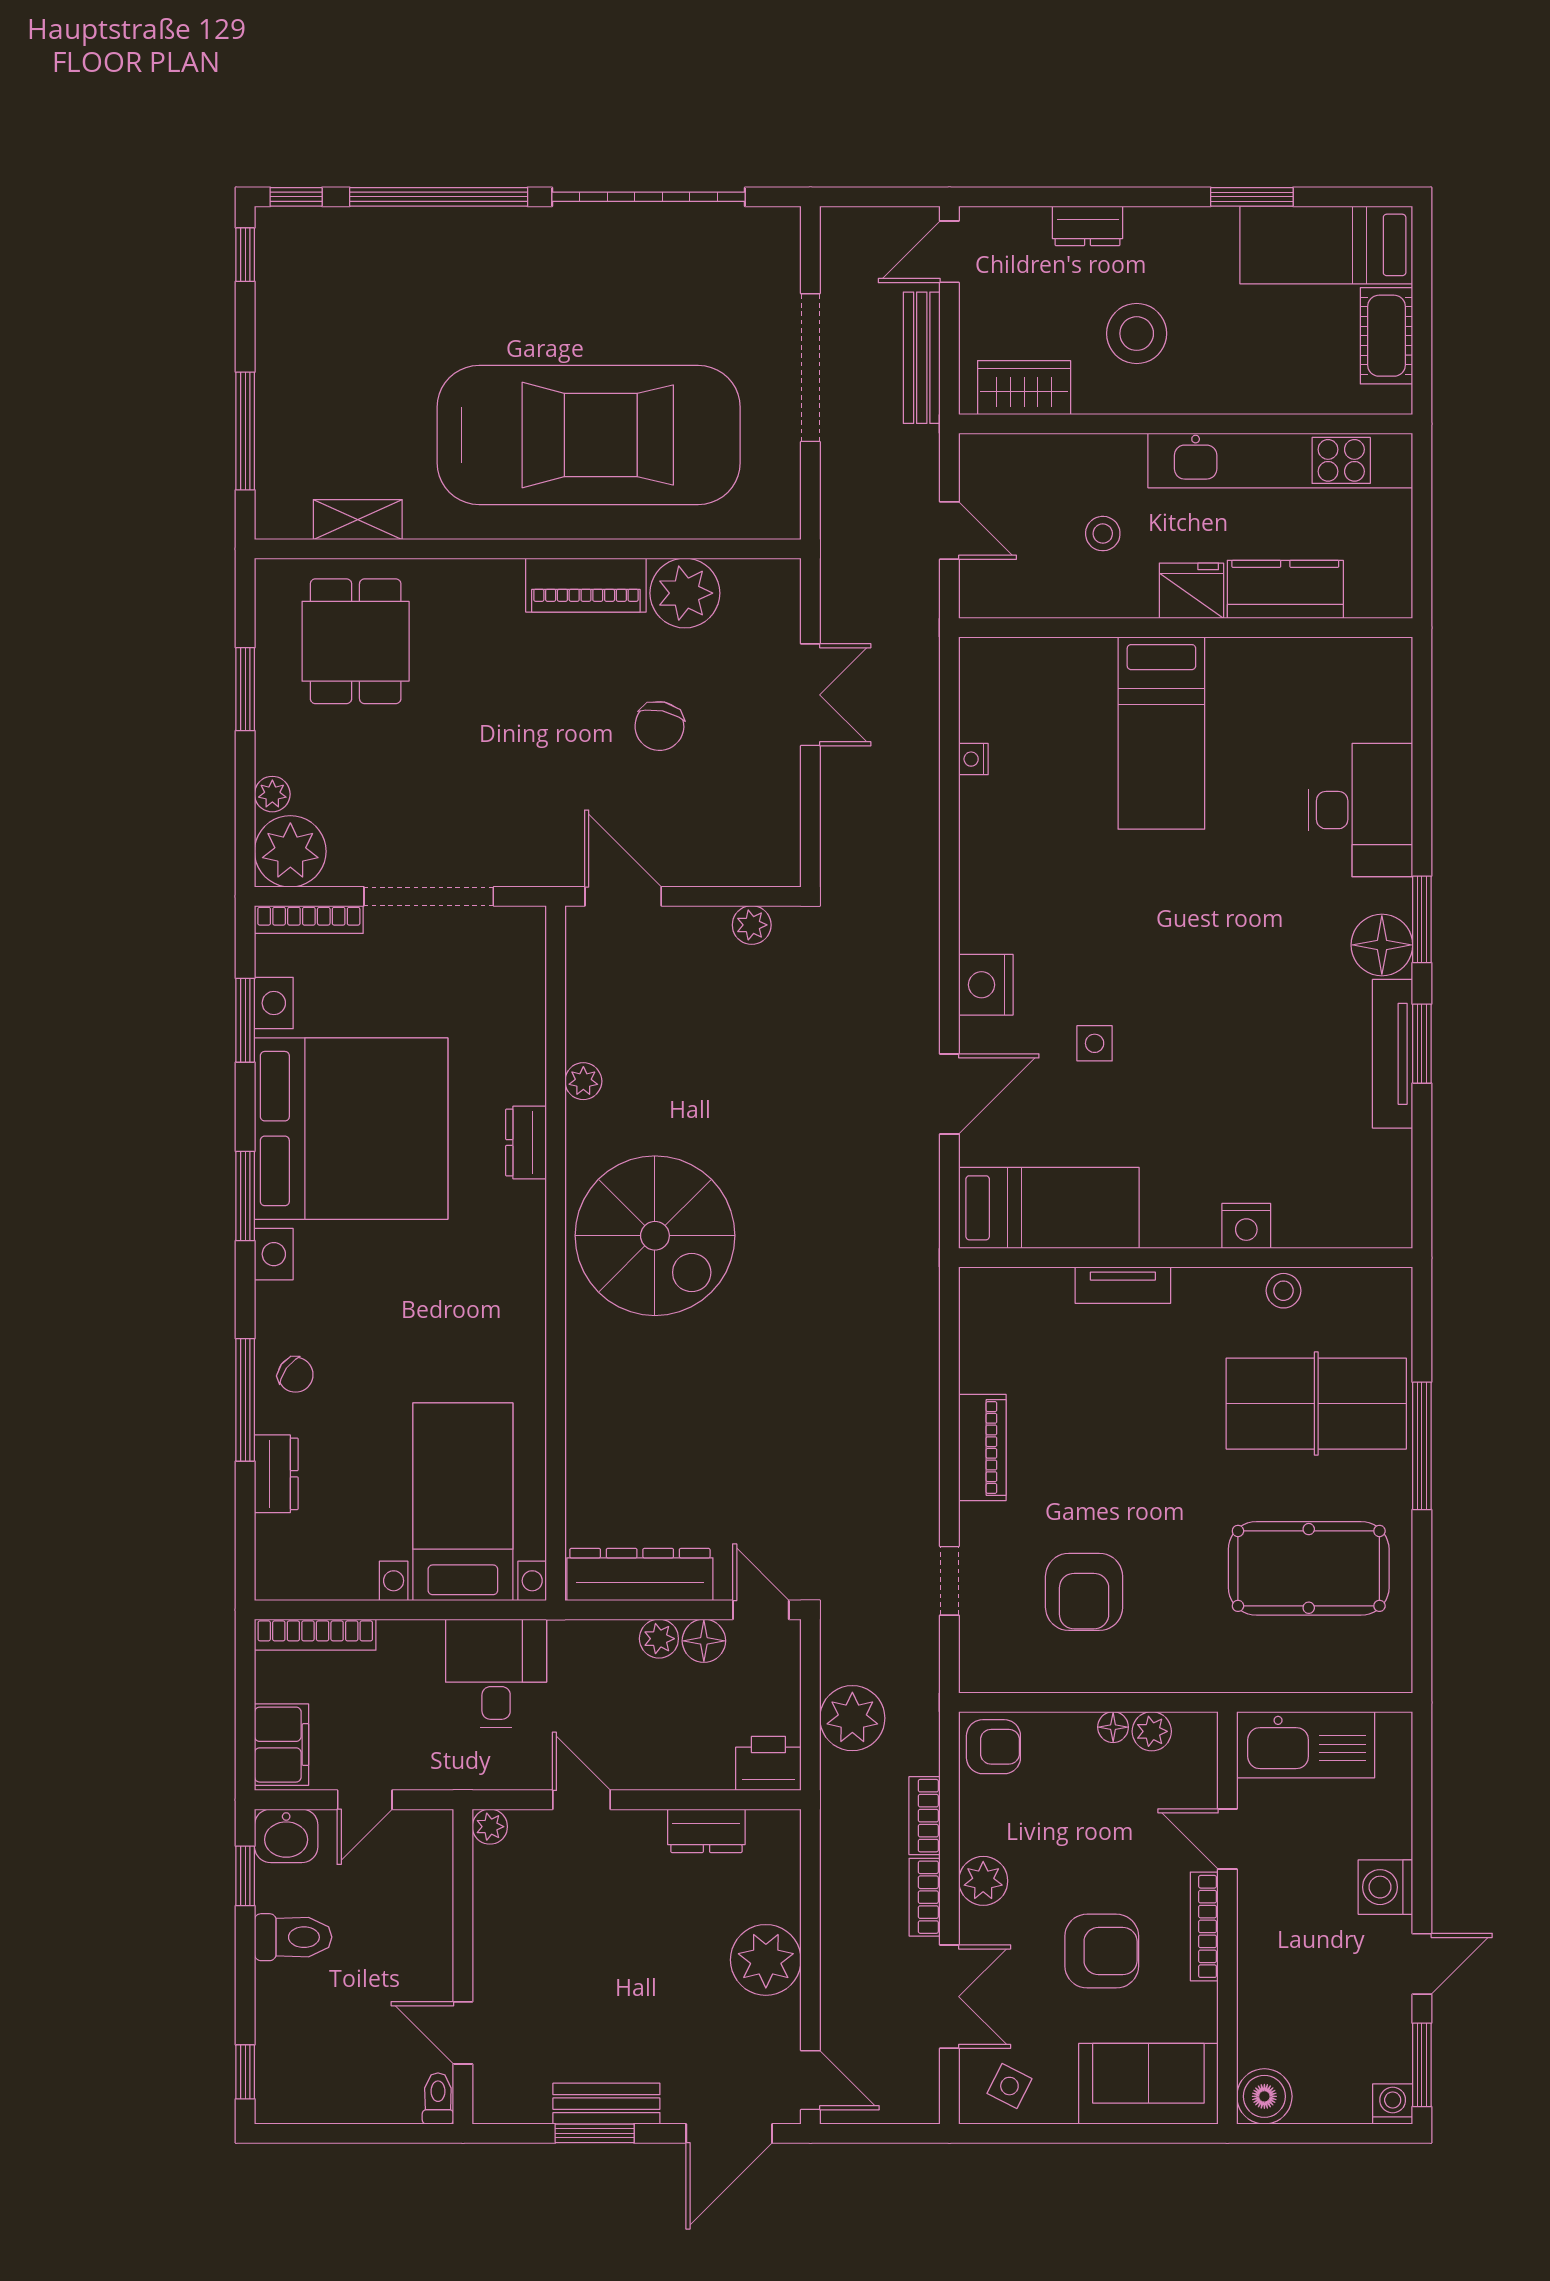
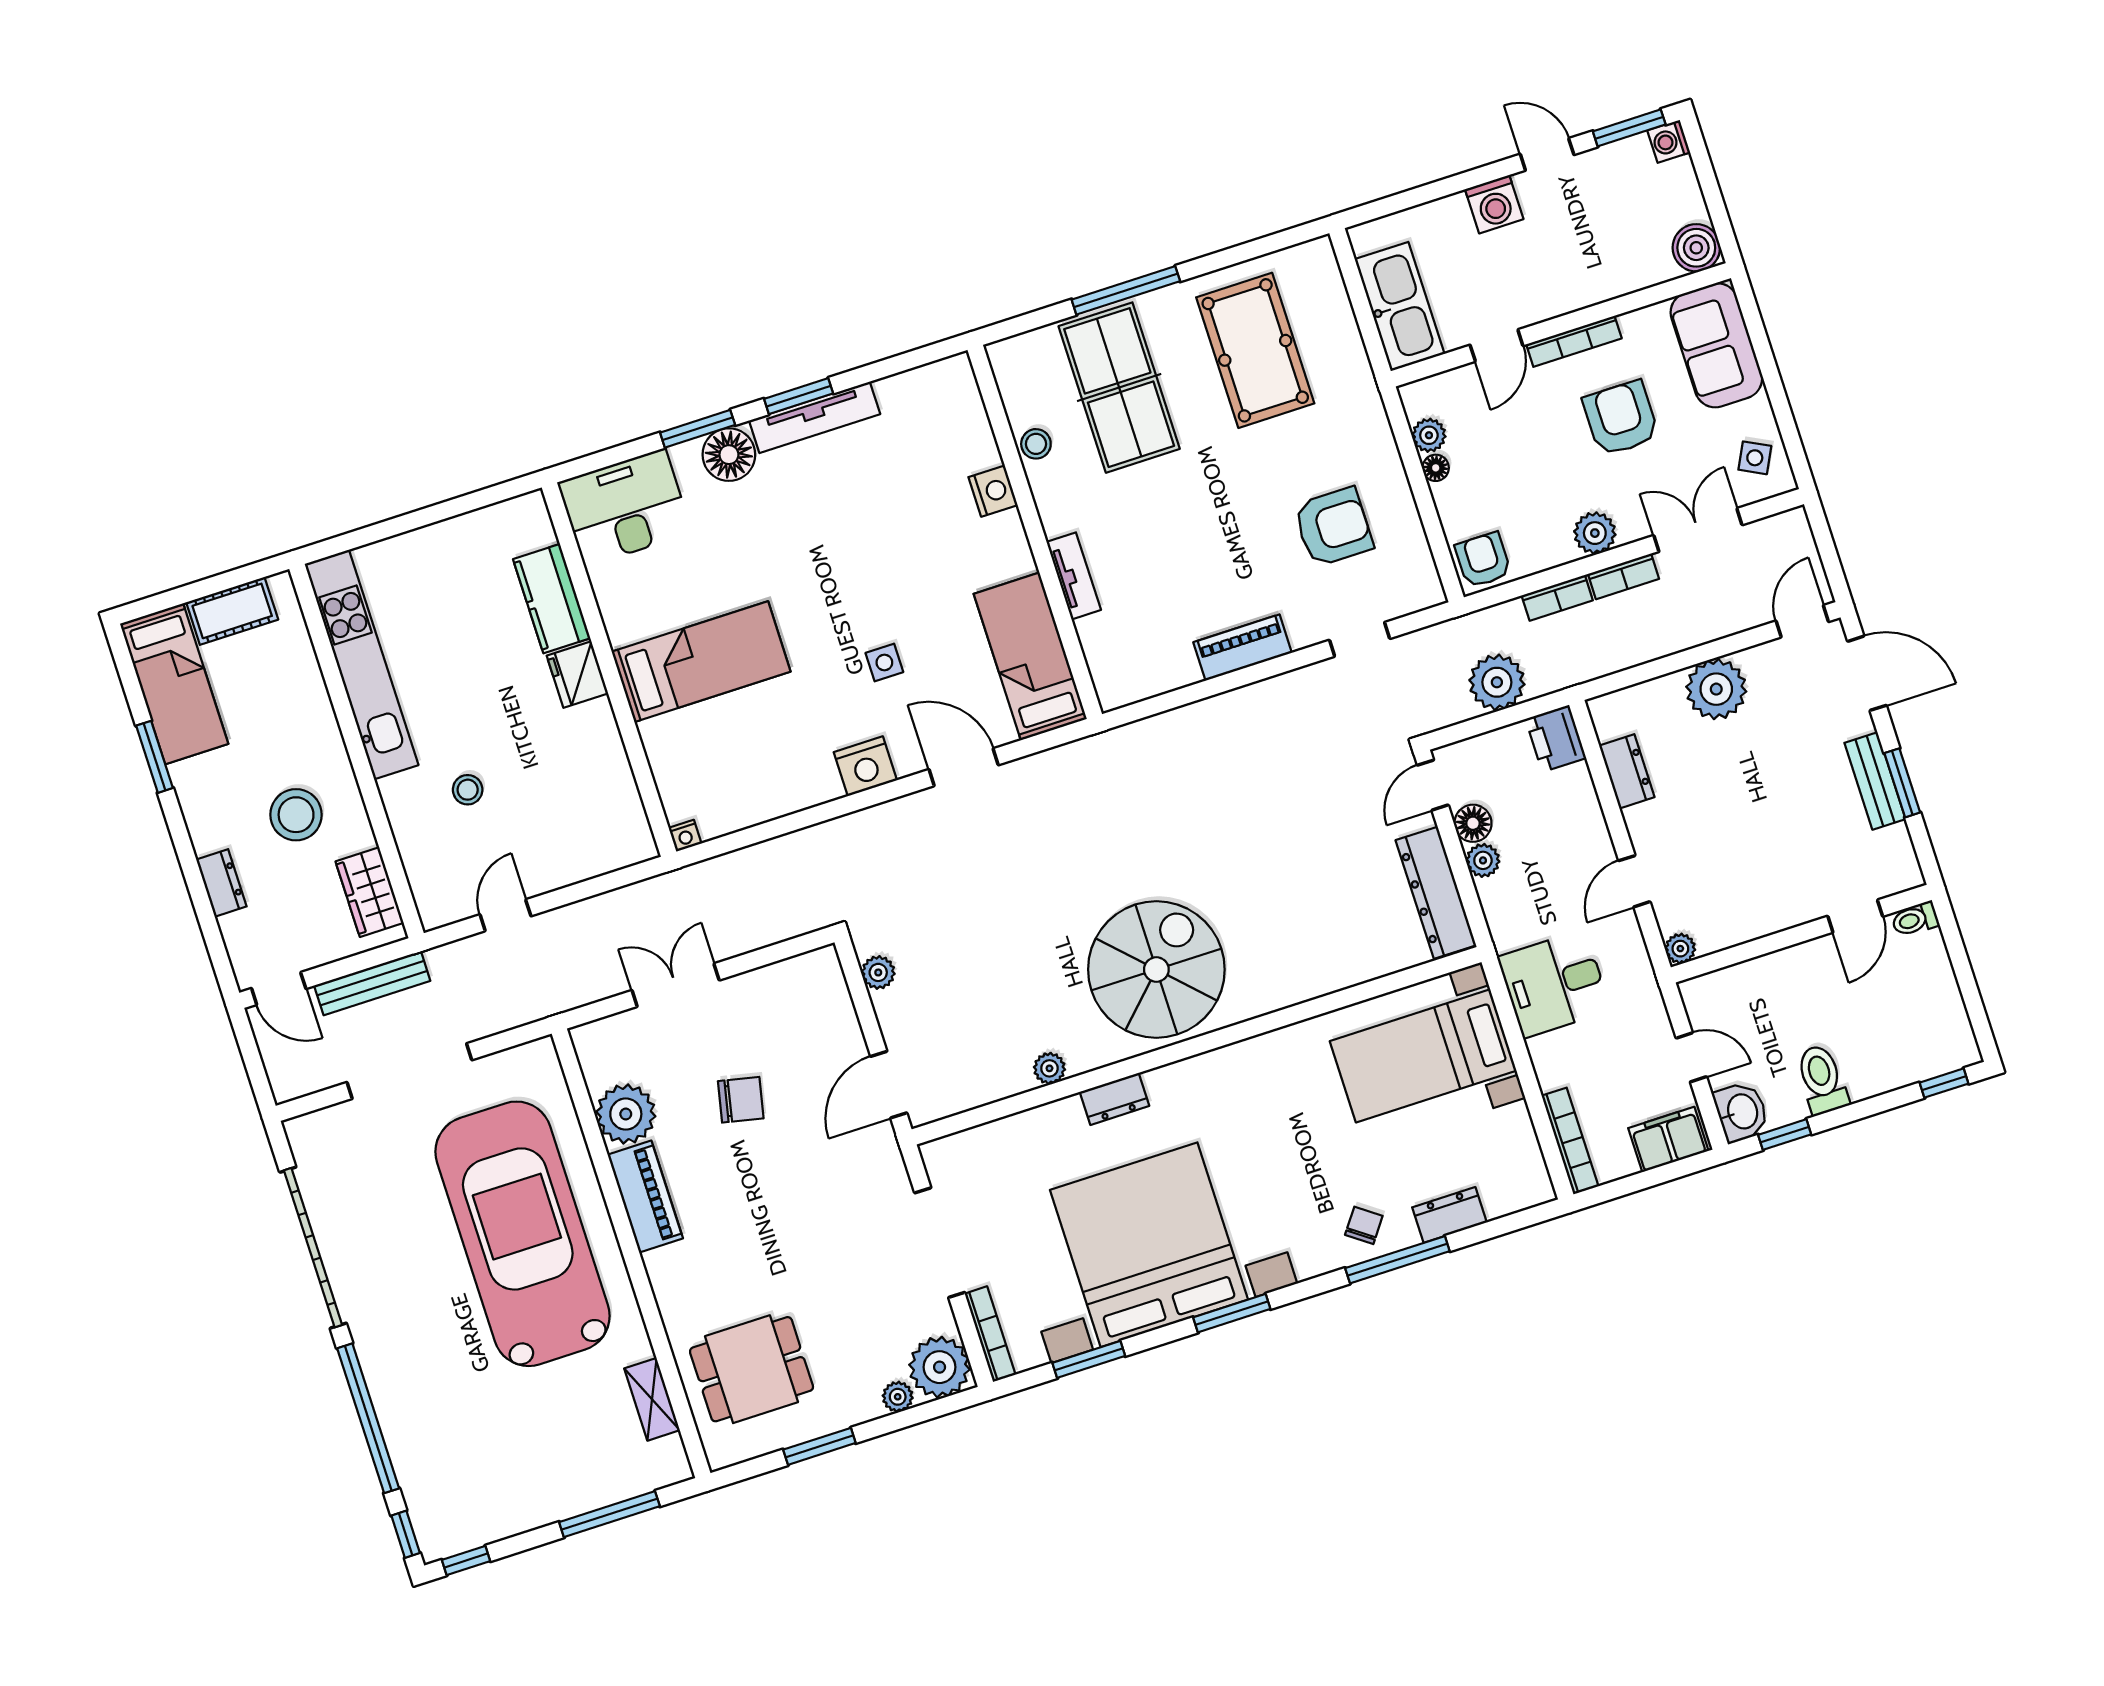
kitchen counter: (1285, 589) -> (552, 599), moved
fridge: (1191, 591) -> (577, 675), moved
wall: (1186, 628) -> (609, 670), moved
bed: (1161, 733) -> (701, 662), moved

